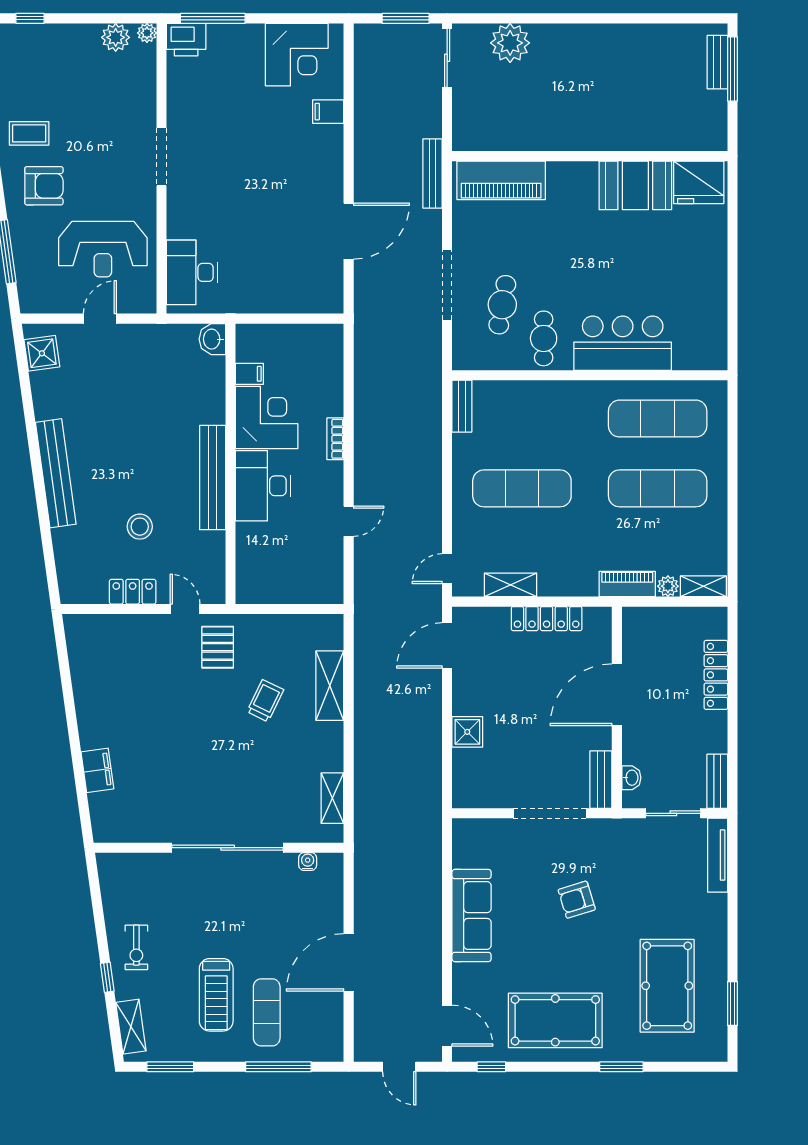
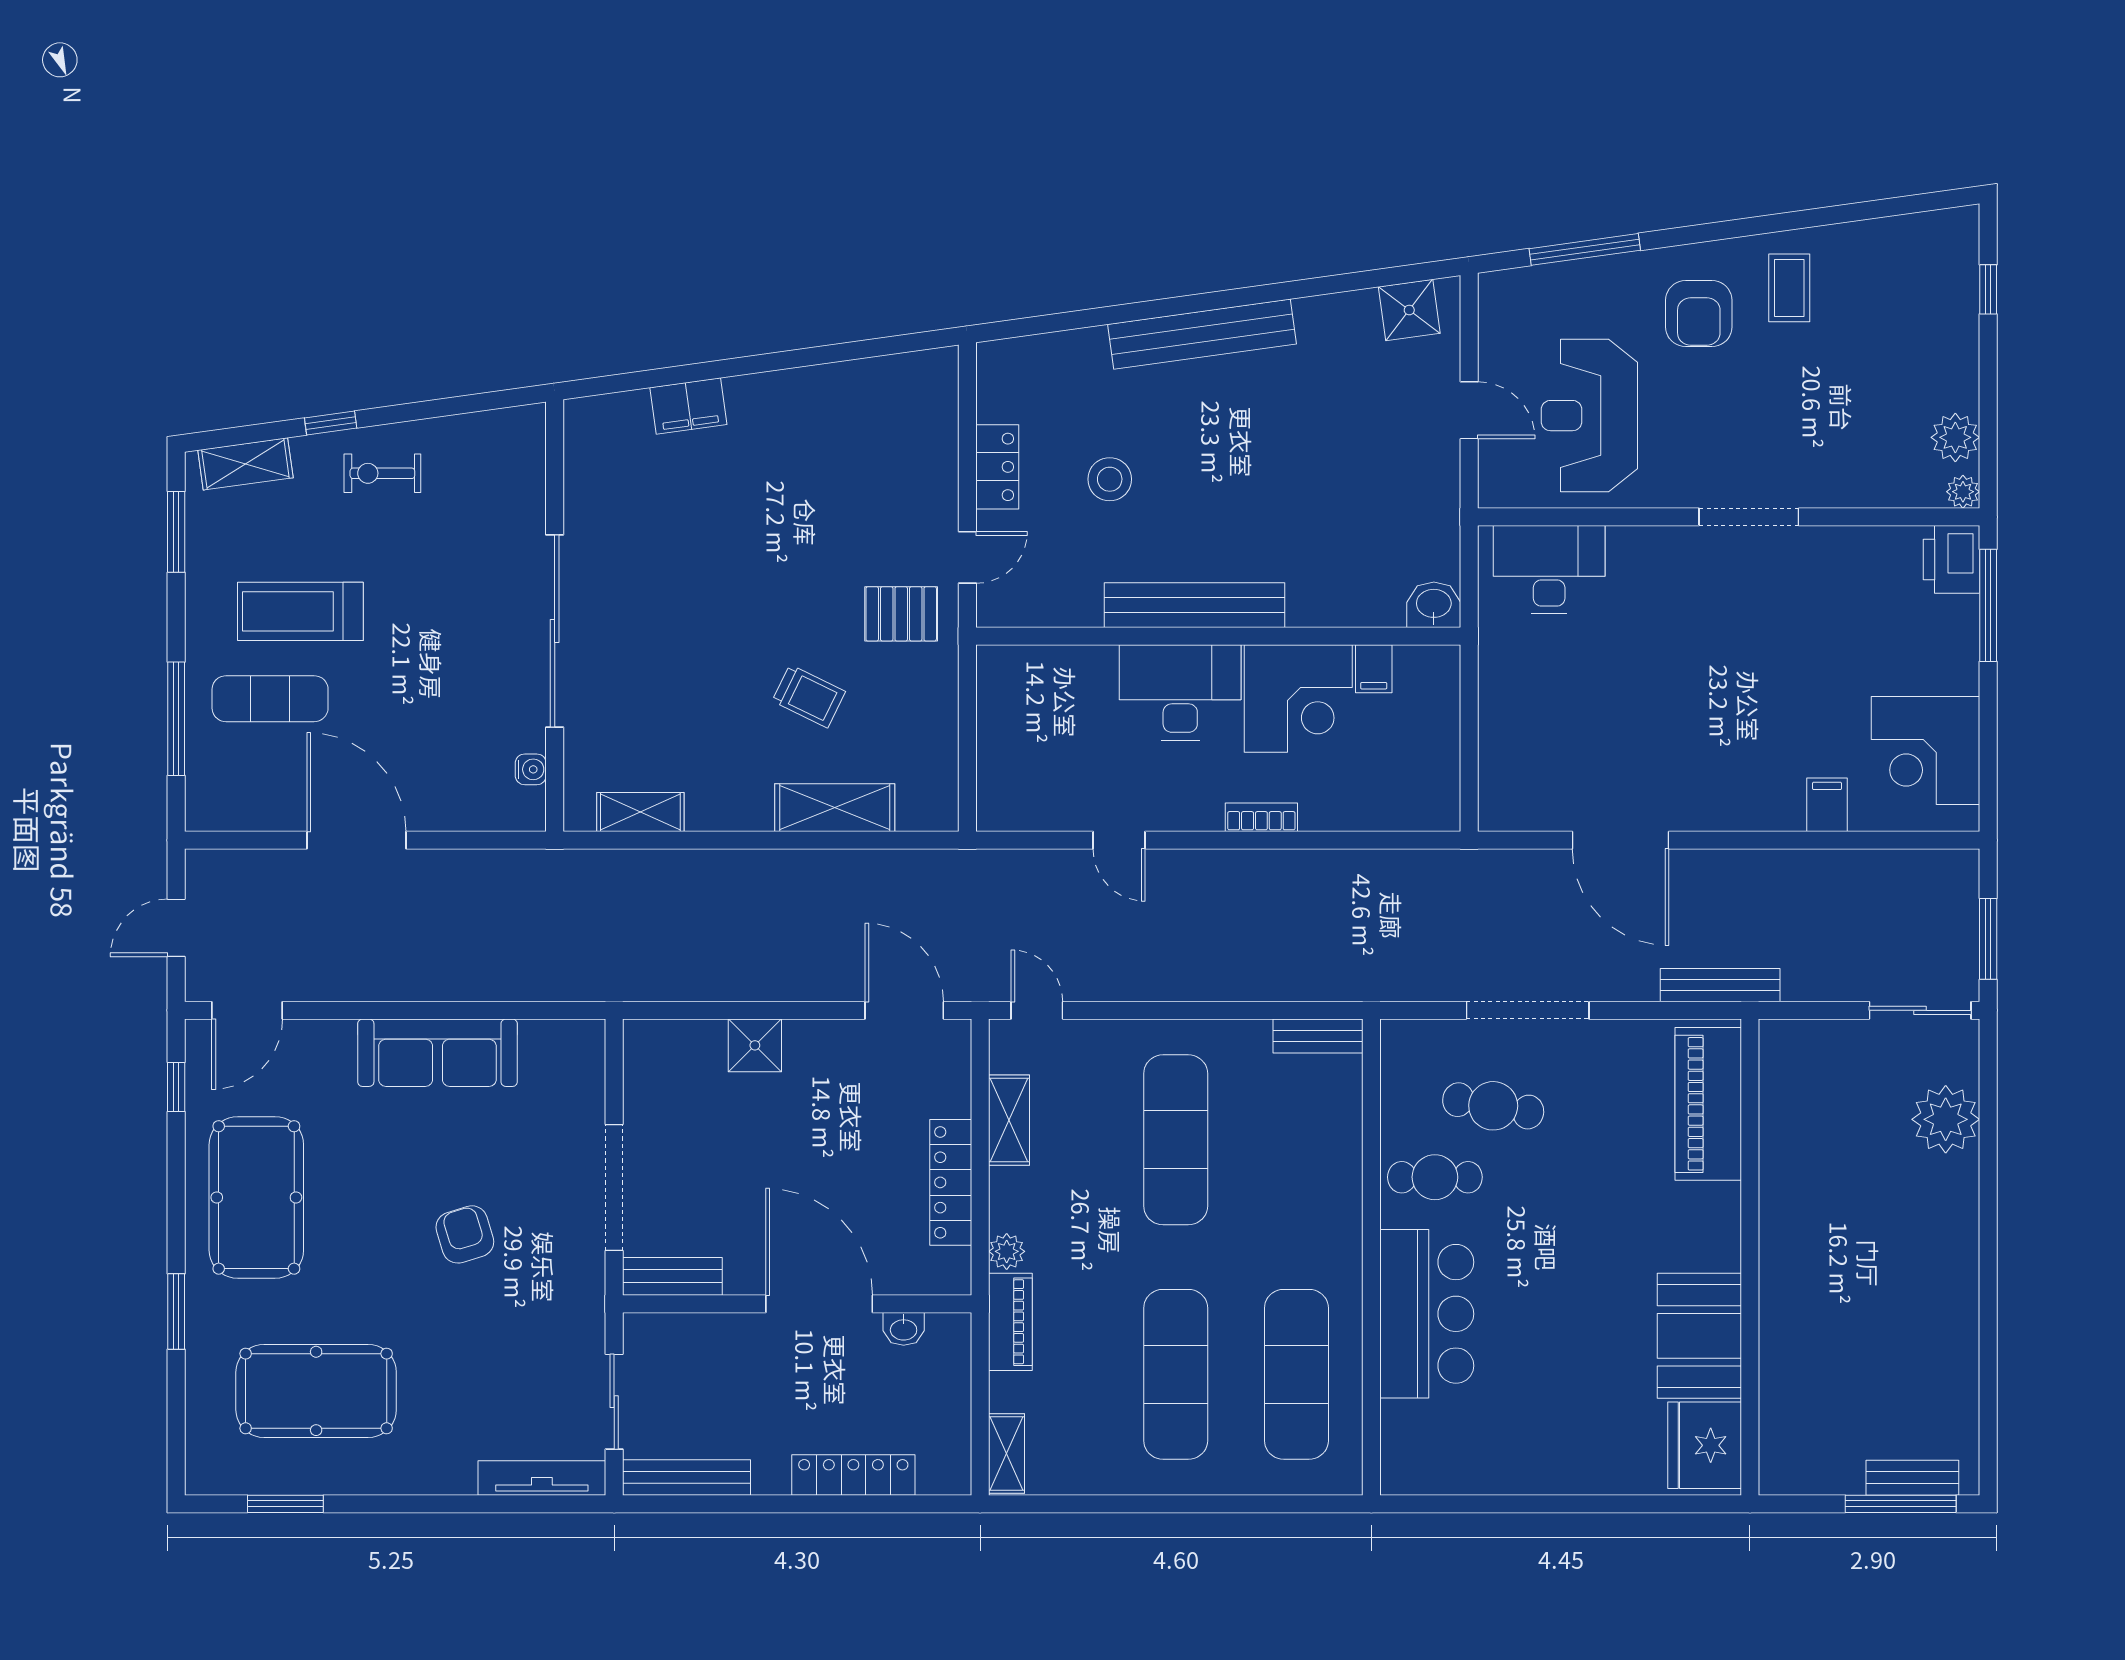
plant: (668, 586) -> (1007, 1251), moved
washbasin: (631, 778) -> (904, 1329), moved
bench: (717, 781) -> (687, 1477), width x1.36

